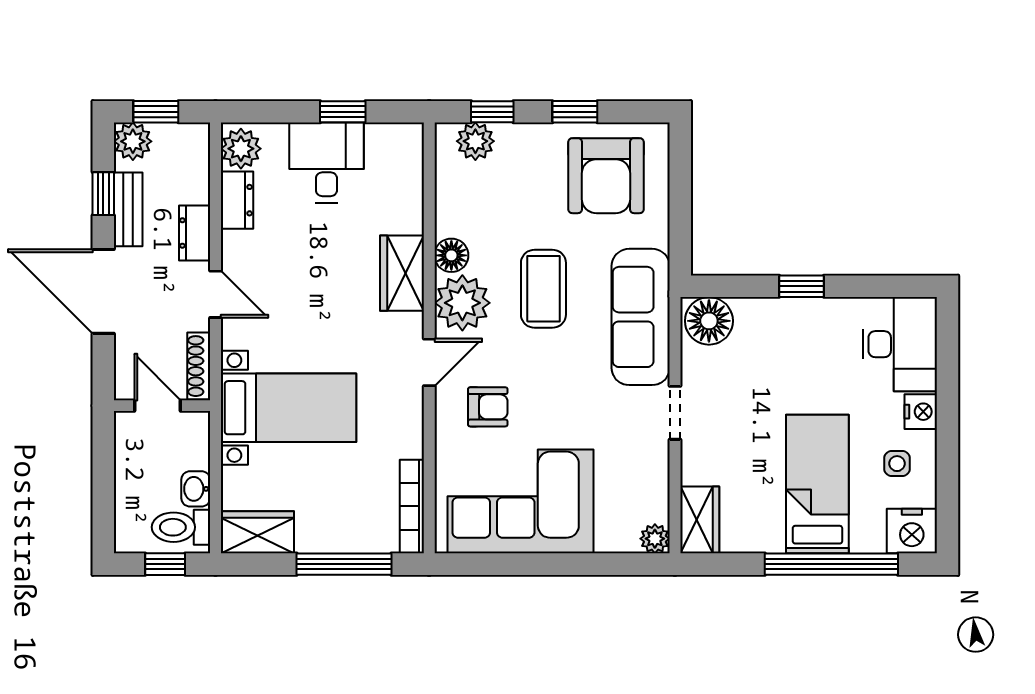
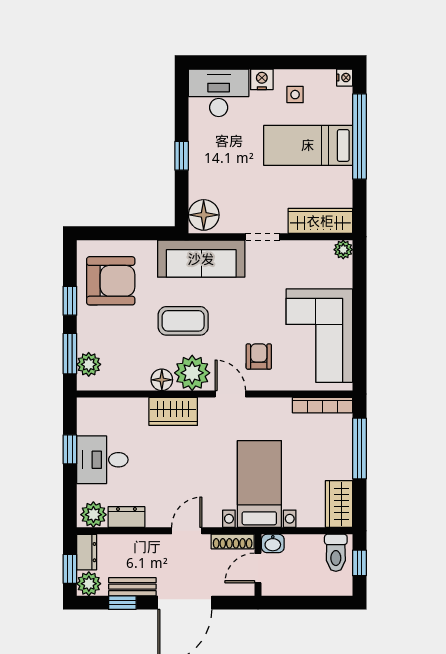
window: (492, 112) -> (70, 354), width x1.50
dresser: (195, 233) -> (87, 552), moved, turned -90
washbasin: (196, 489) -> (273, 543), moved
wardrobe: (700, 520) -> (320, 221), width x1.50
nightstand: (912, 531) -> (345, 78), width x0.53, depth x0.56

